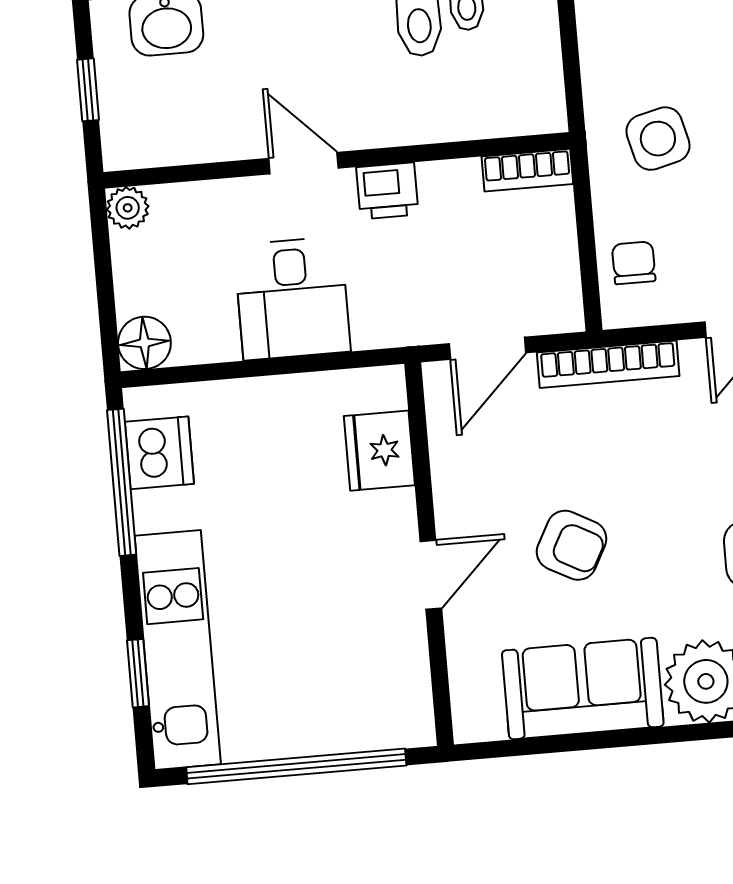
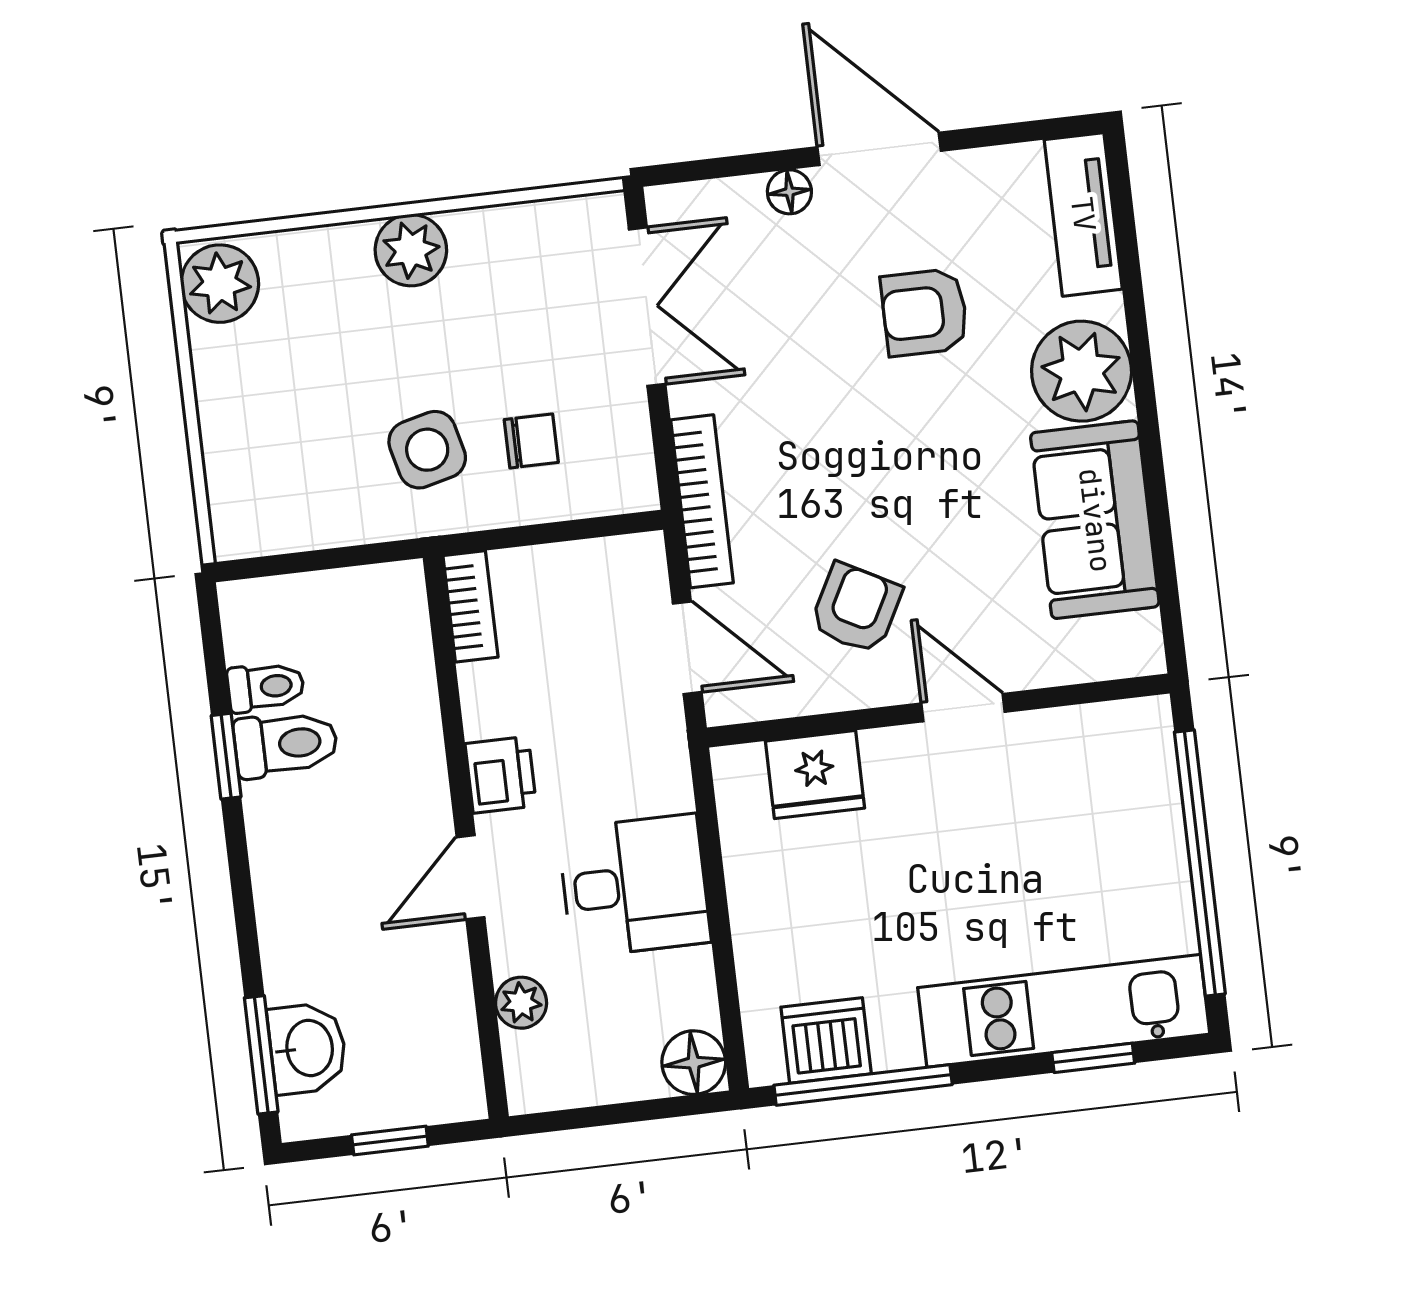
plant: (128, 208) -> (521, 1003), moved
chair: (634, 263) -> (531, 441), moved, turned 180
armchair: (572, 545) -> (856, 608), moved

